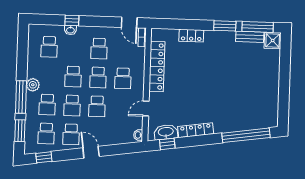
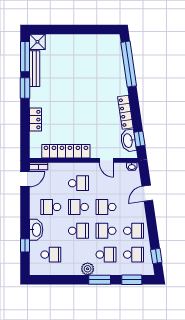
window: (72, 20) -> (25, 245), moved
washbasin: (70, 30) -> (36, 230), width x1.91, depth x1.45
bench: (250, 37) -> (35, 69), width x1.36
school desk: (99, 49) -> (51, 207), turned 180
school desk: (98, 77) -> (78, 207), turned 180
window: (21, 97) -> (100, 280), width x0.69
school desk: (72, 105) -> (106, 231), turned 180
school desk: (97, 106) -> (106, 207), turned 180
door: (91, 152) -> (147, 193), moved

